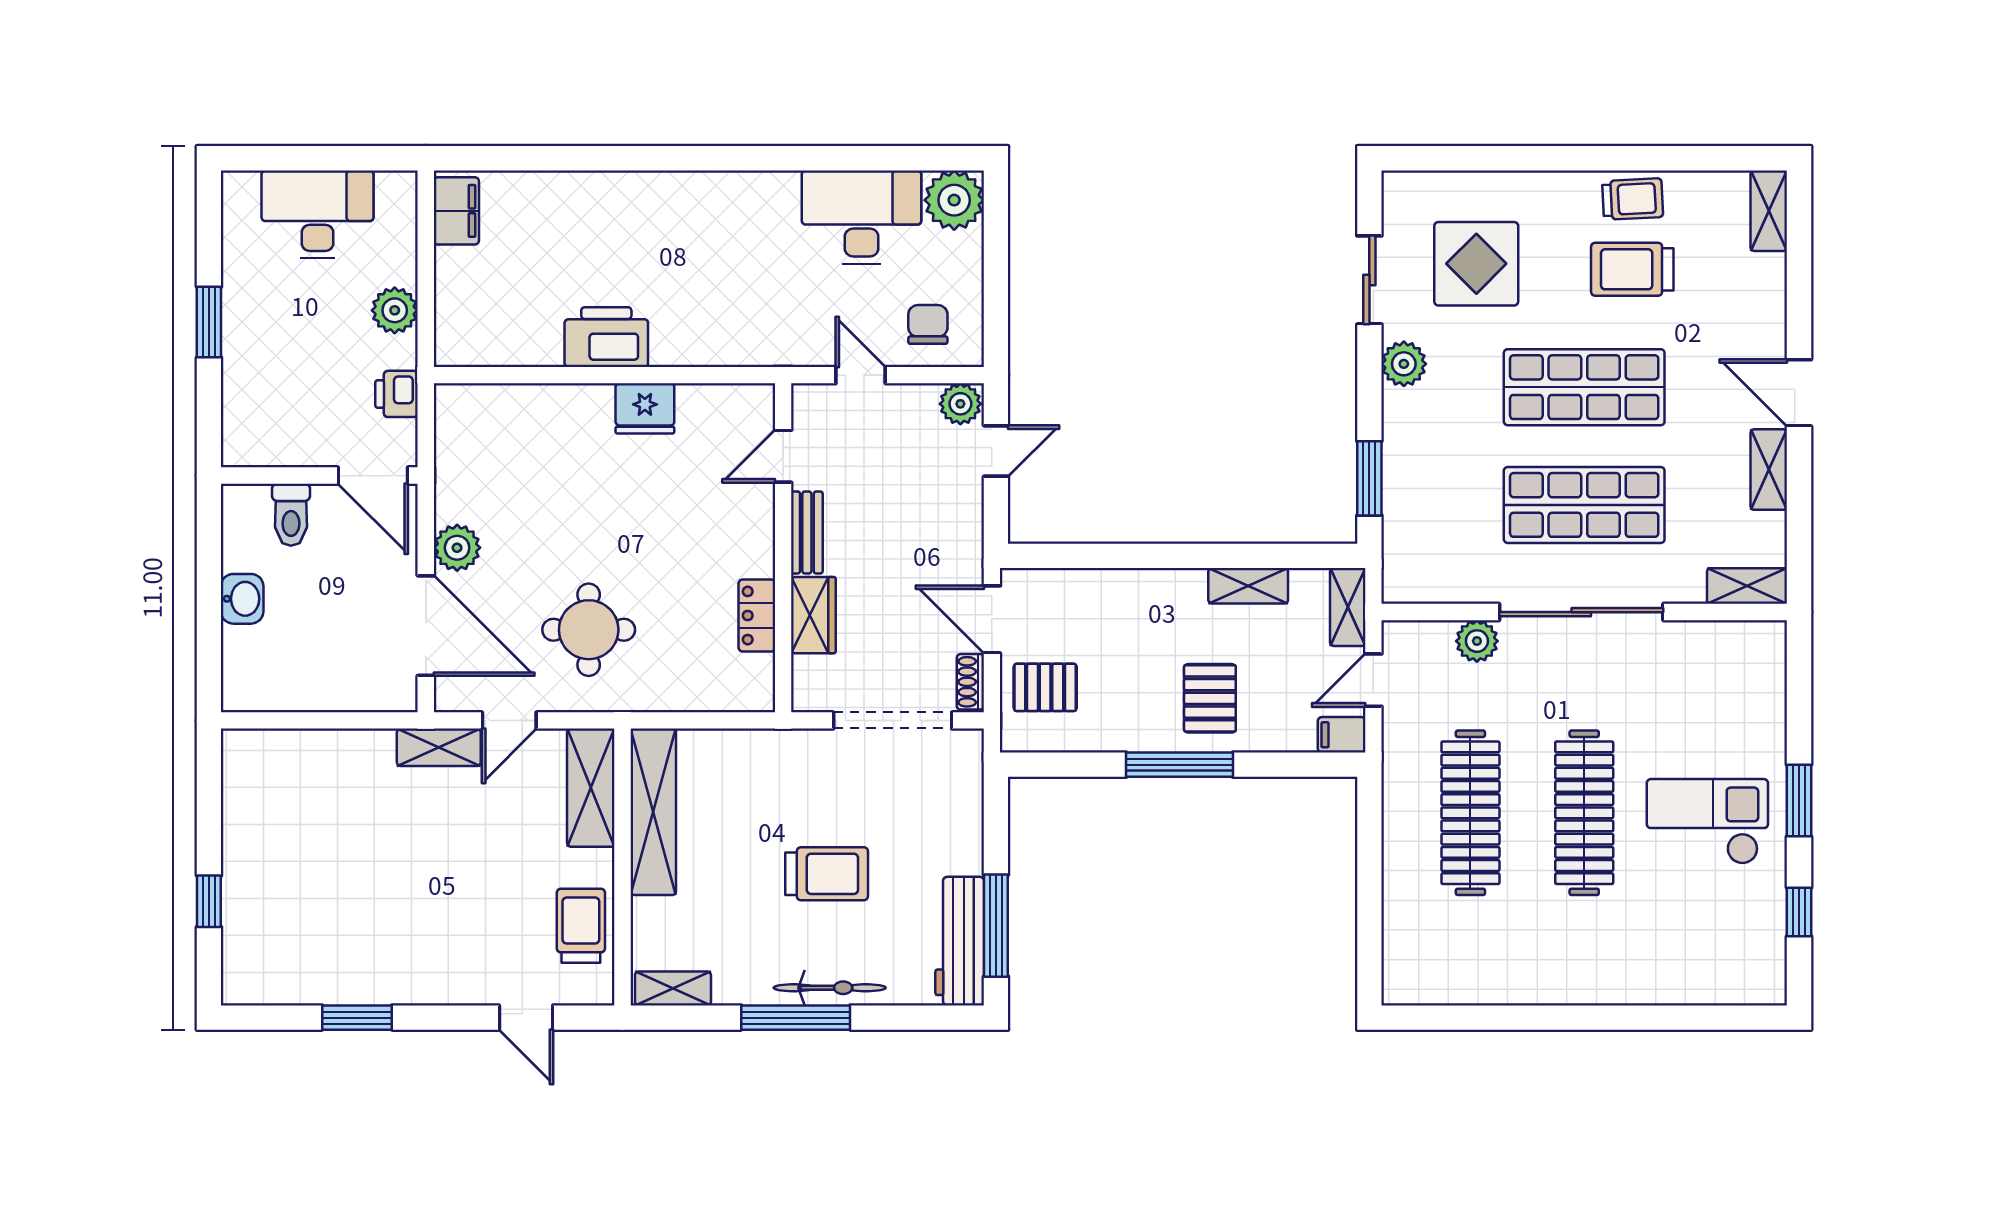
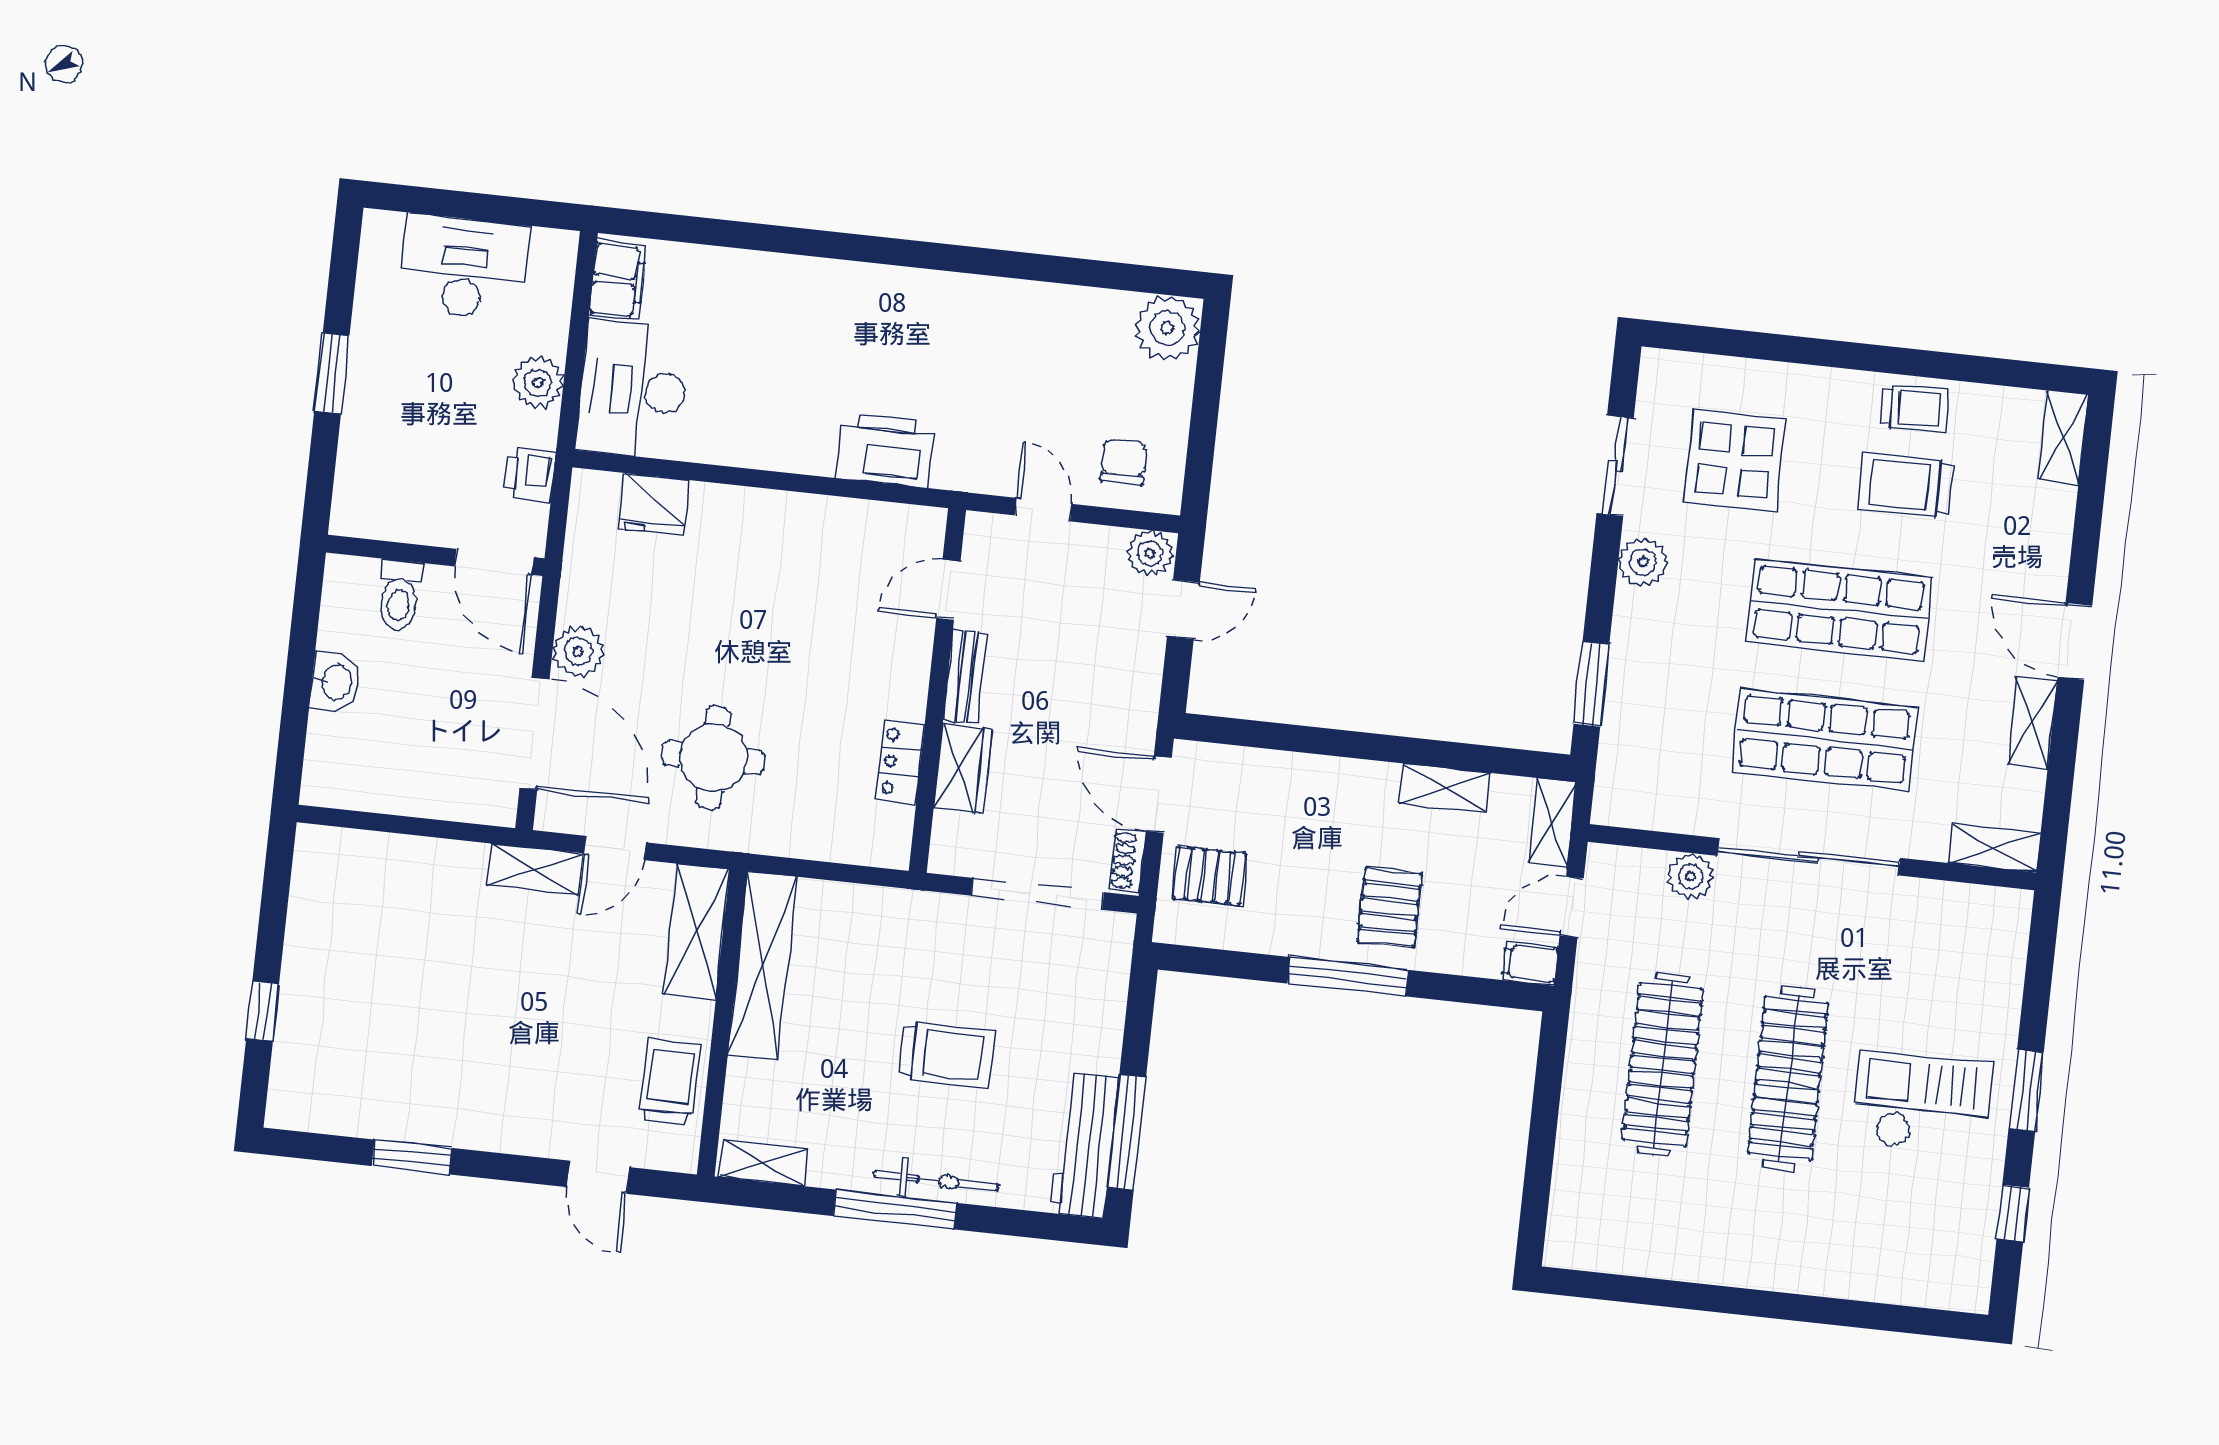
desk: (862, 217) -> (633, 390), moved, turned -90
printer: (606, 337) -> (885, 450), moved
fridge: (645, 408) -> (654, 504), moved

